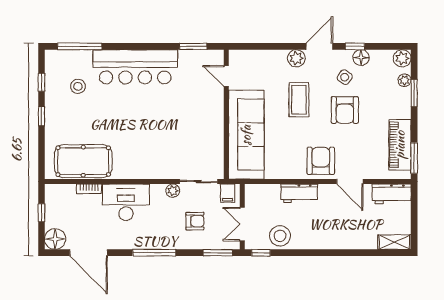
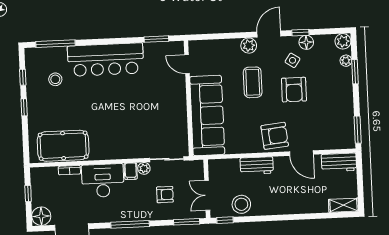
piano: (400, 145) -> (344, 118), removed
armchair: (321, 161) -> (275, 136), turned 84
filing cabinet: (228, 193) -> (131, 171), moved

